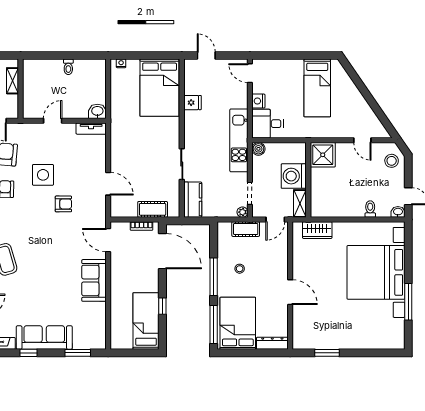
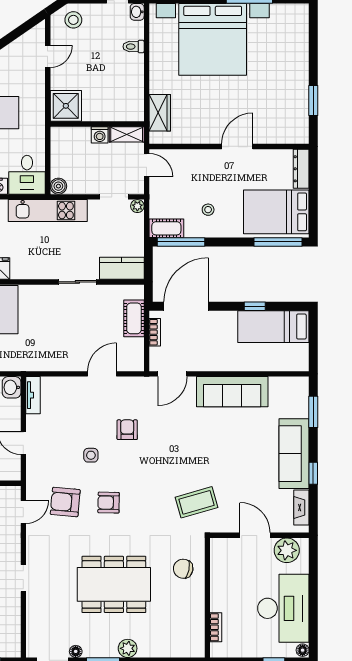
side table: (43, 175) -> (91, 455), width x0.54, depth x0.54
washing machine: (294, 176) -> (100, 135), width x0.53, depth x0.53
cot: (246, 229) -> (166, 228), moved, turned 90
window: (214, 277) -> (181, 242), moved
sofa: (94, 280) -> (232, 392), width x1.36

